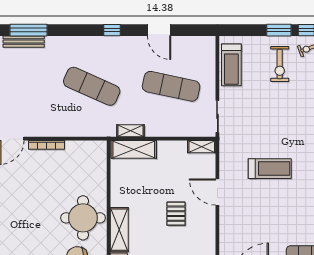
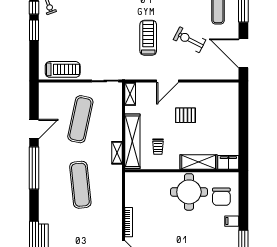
window: (112, 30) -> (34, 168), width x3.17
exercise bike: (280, 64) -> (190, 40), moved, turned -153
exercise mat: (92, 86) -> (80, 185), turned -30
shelving: (134, 149) -> (132, 141), width x1.47
trolley: (138, 180) -> (158, 147), added

